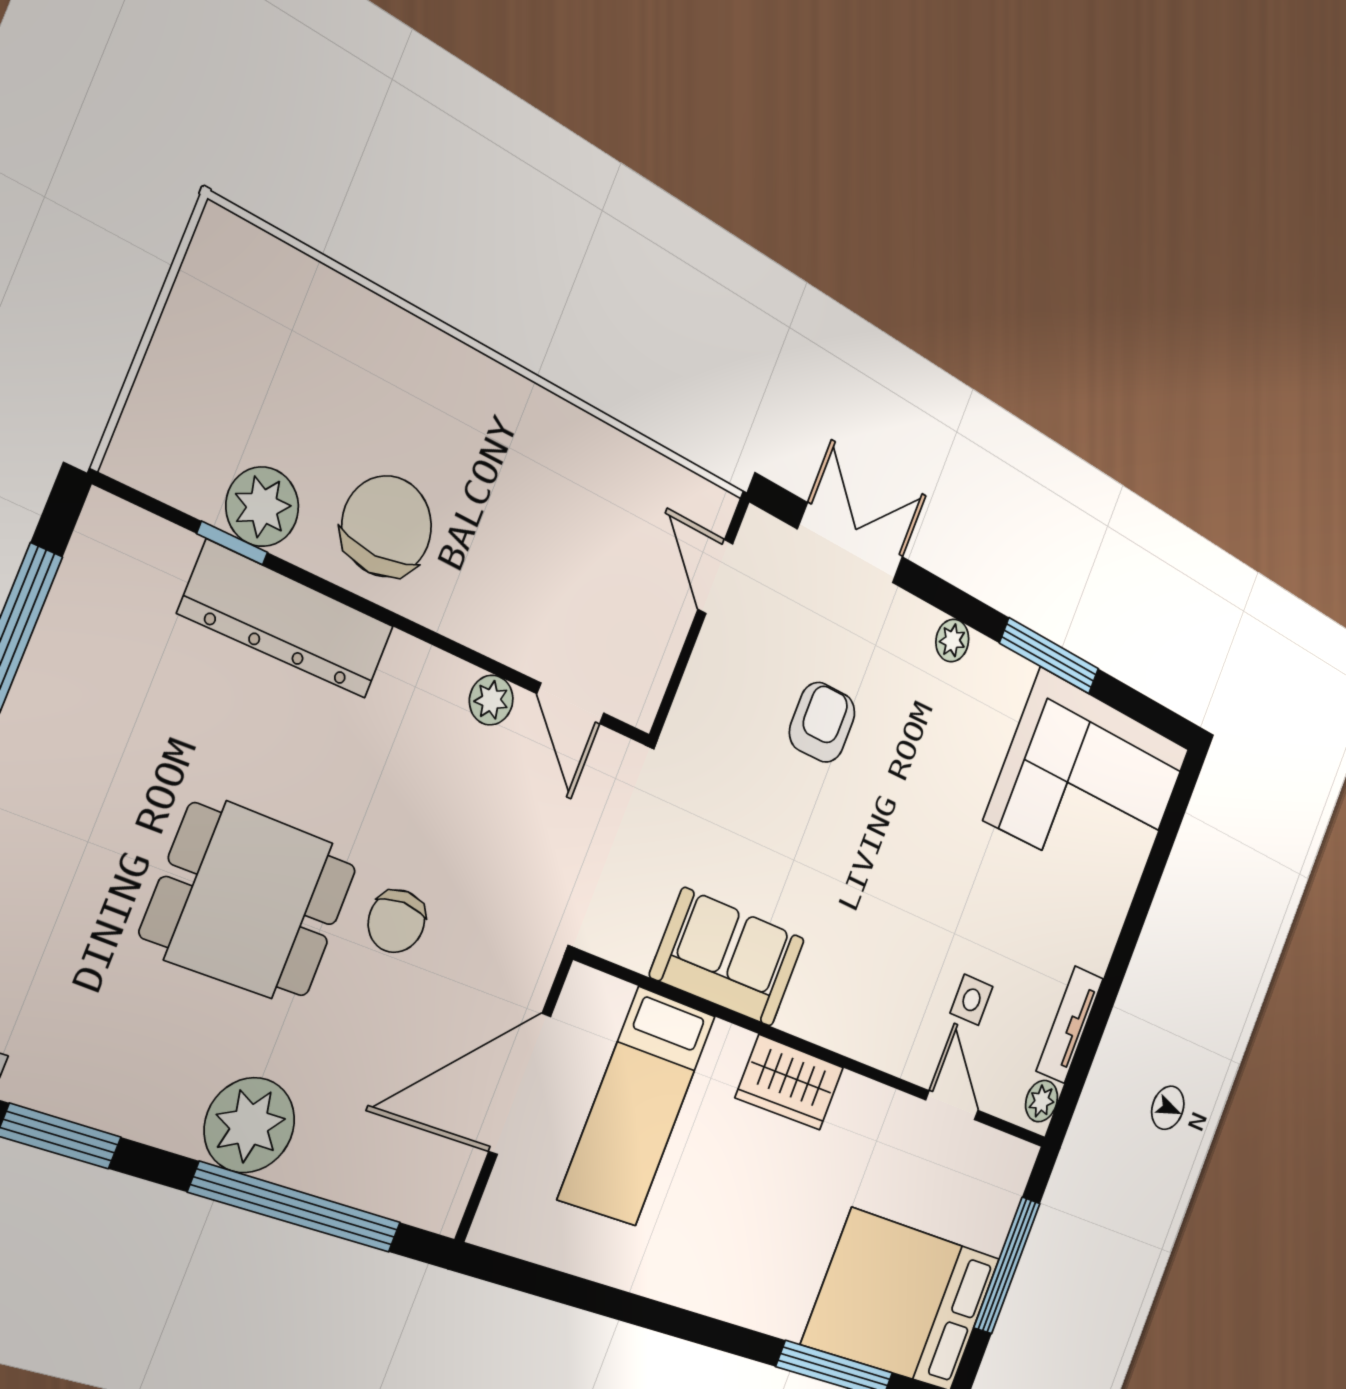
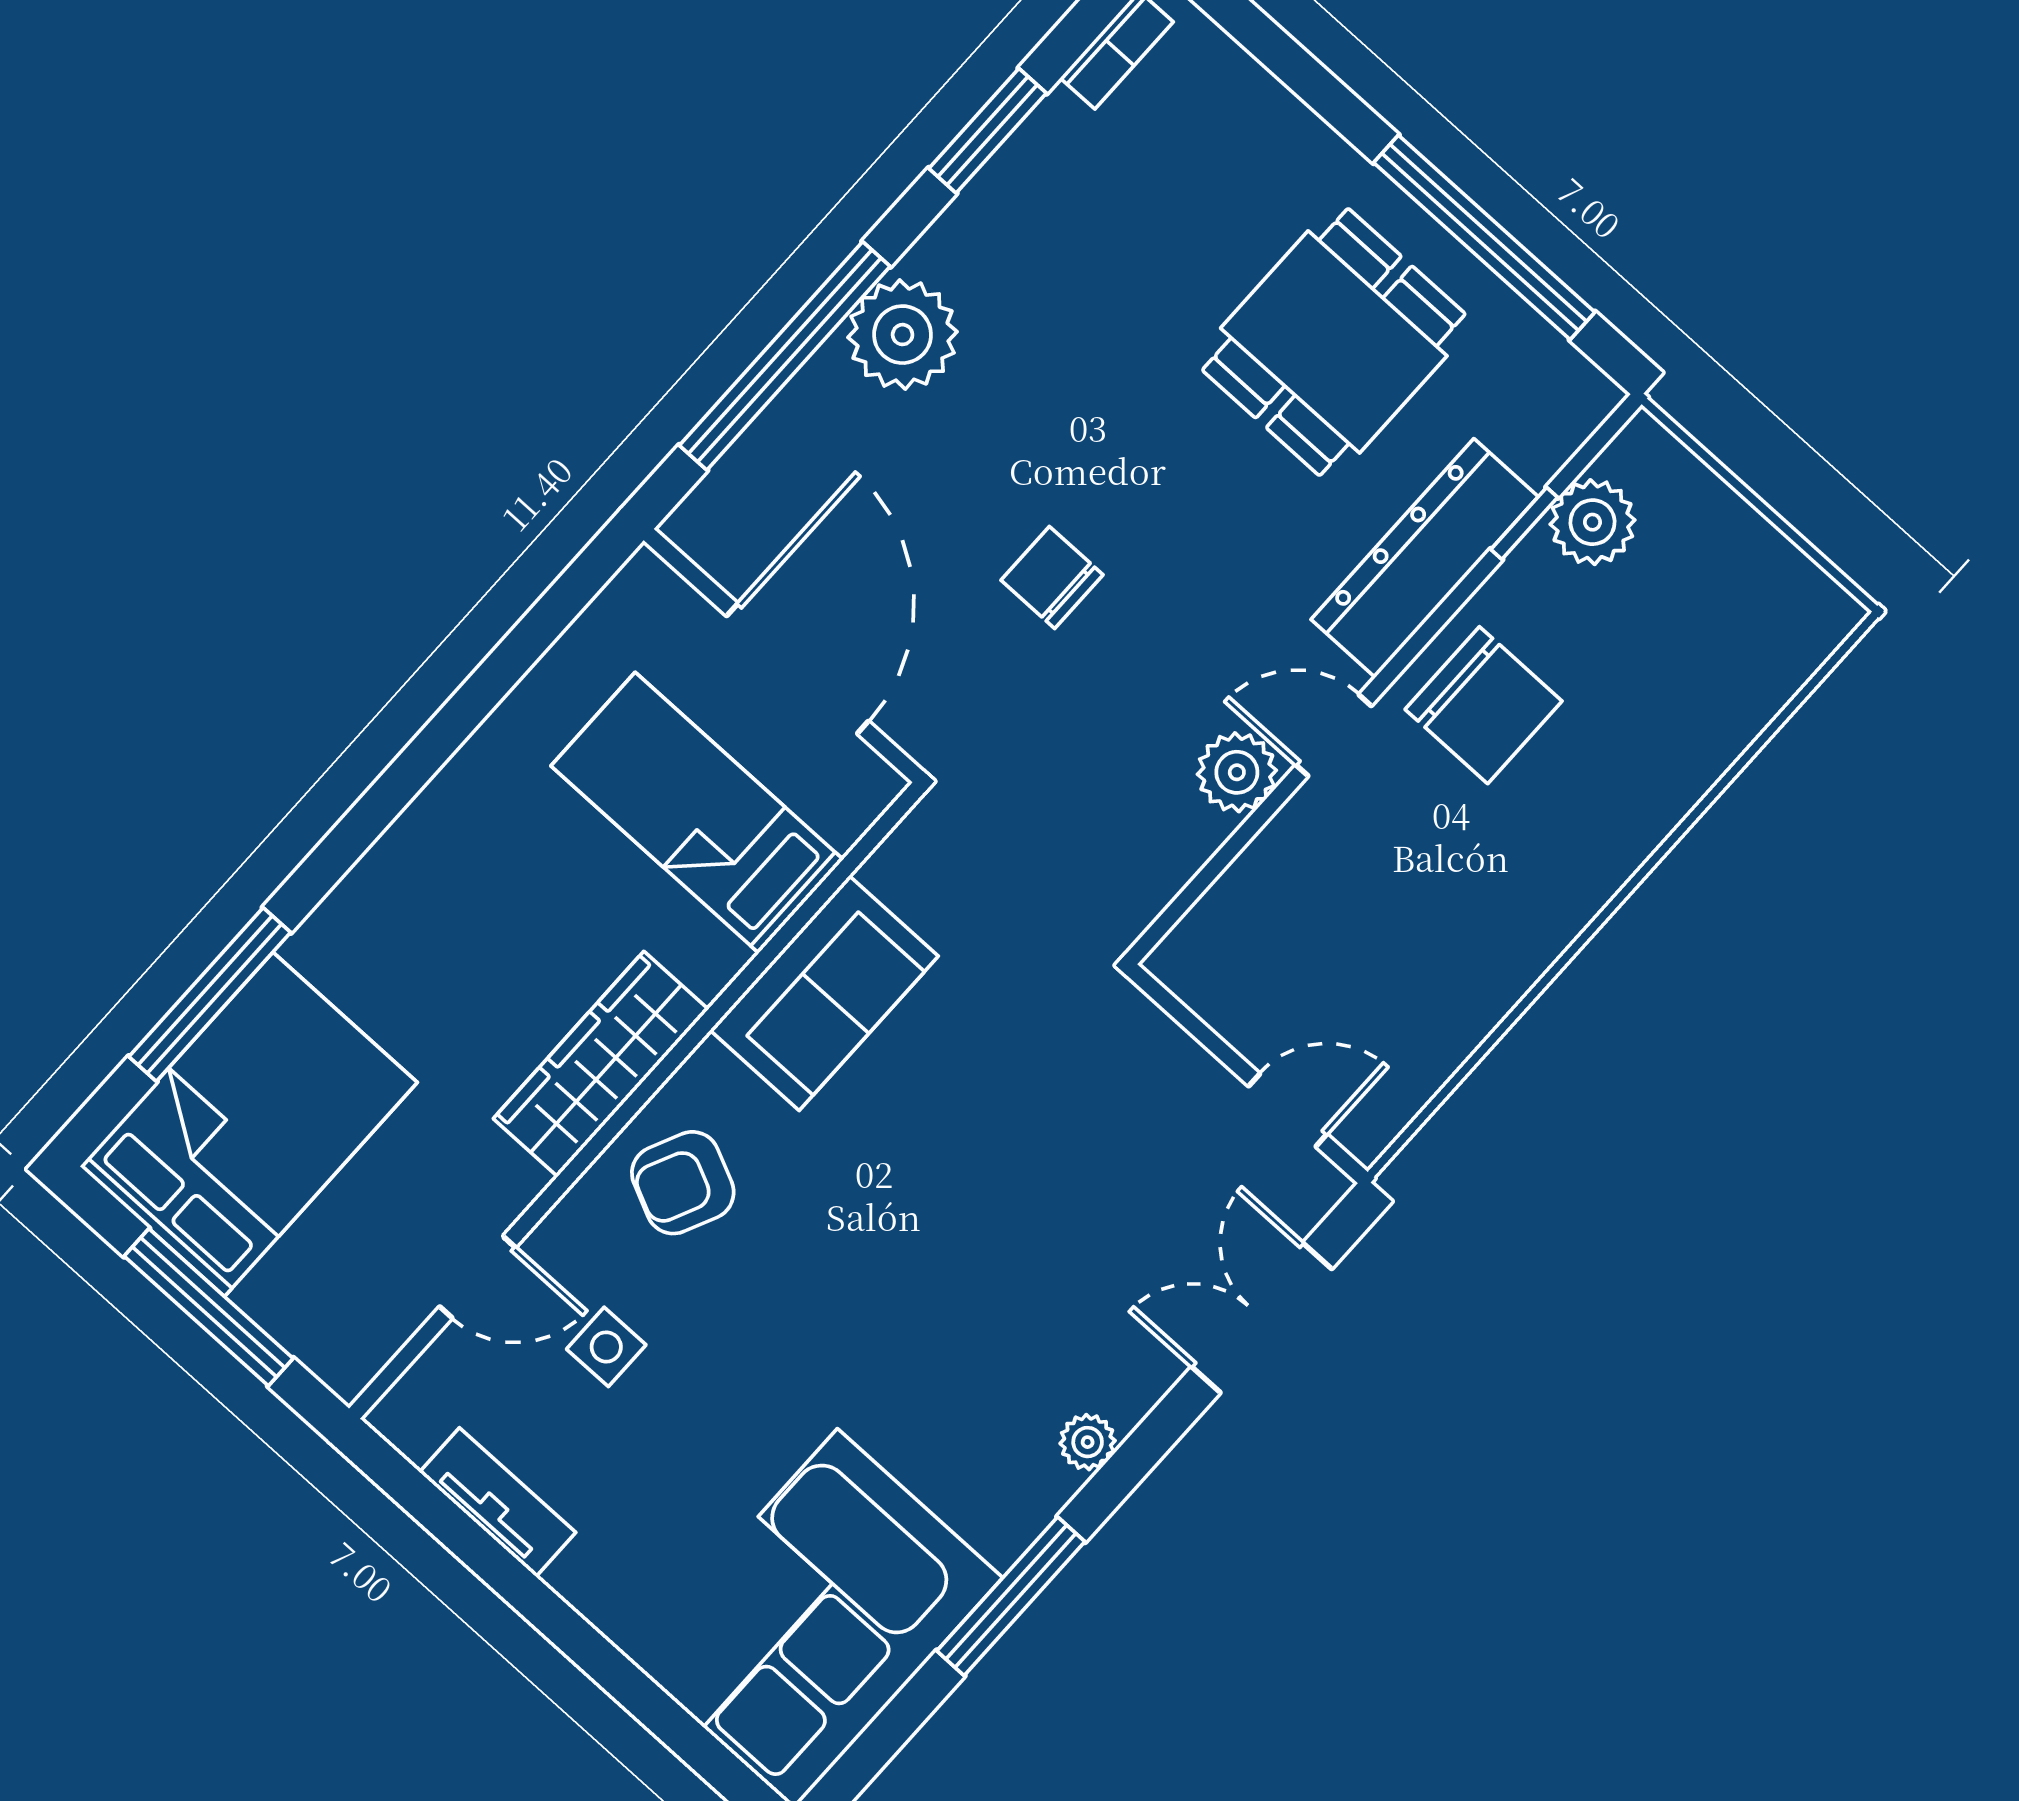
plant: (262, 507) -> (1592, 522), moved
double door: (851, 543) -> (1262, 1318), swing flipped
plant: (491, 700) -> (1237, 772), width x1.38, depth x1.38
door: (571, 703) -> (1333, 735), moved
armchair: (822, 722) -> (683, 1183), moved, turned 115
dining table: (249, 901) -> (1334, 342), moved
wardrobe: (790, 1083) -> (601, 1064), width x1.50
plant: (1042, 1101) -> (413, 1427), removed

